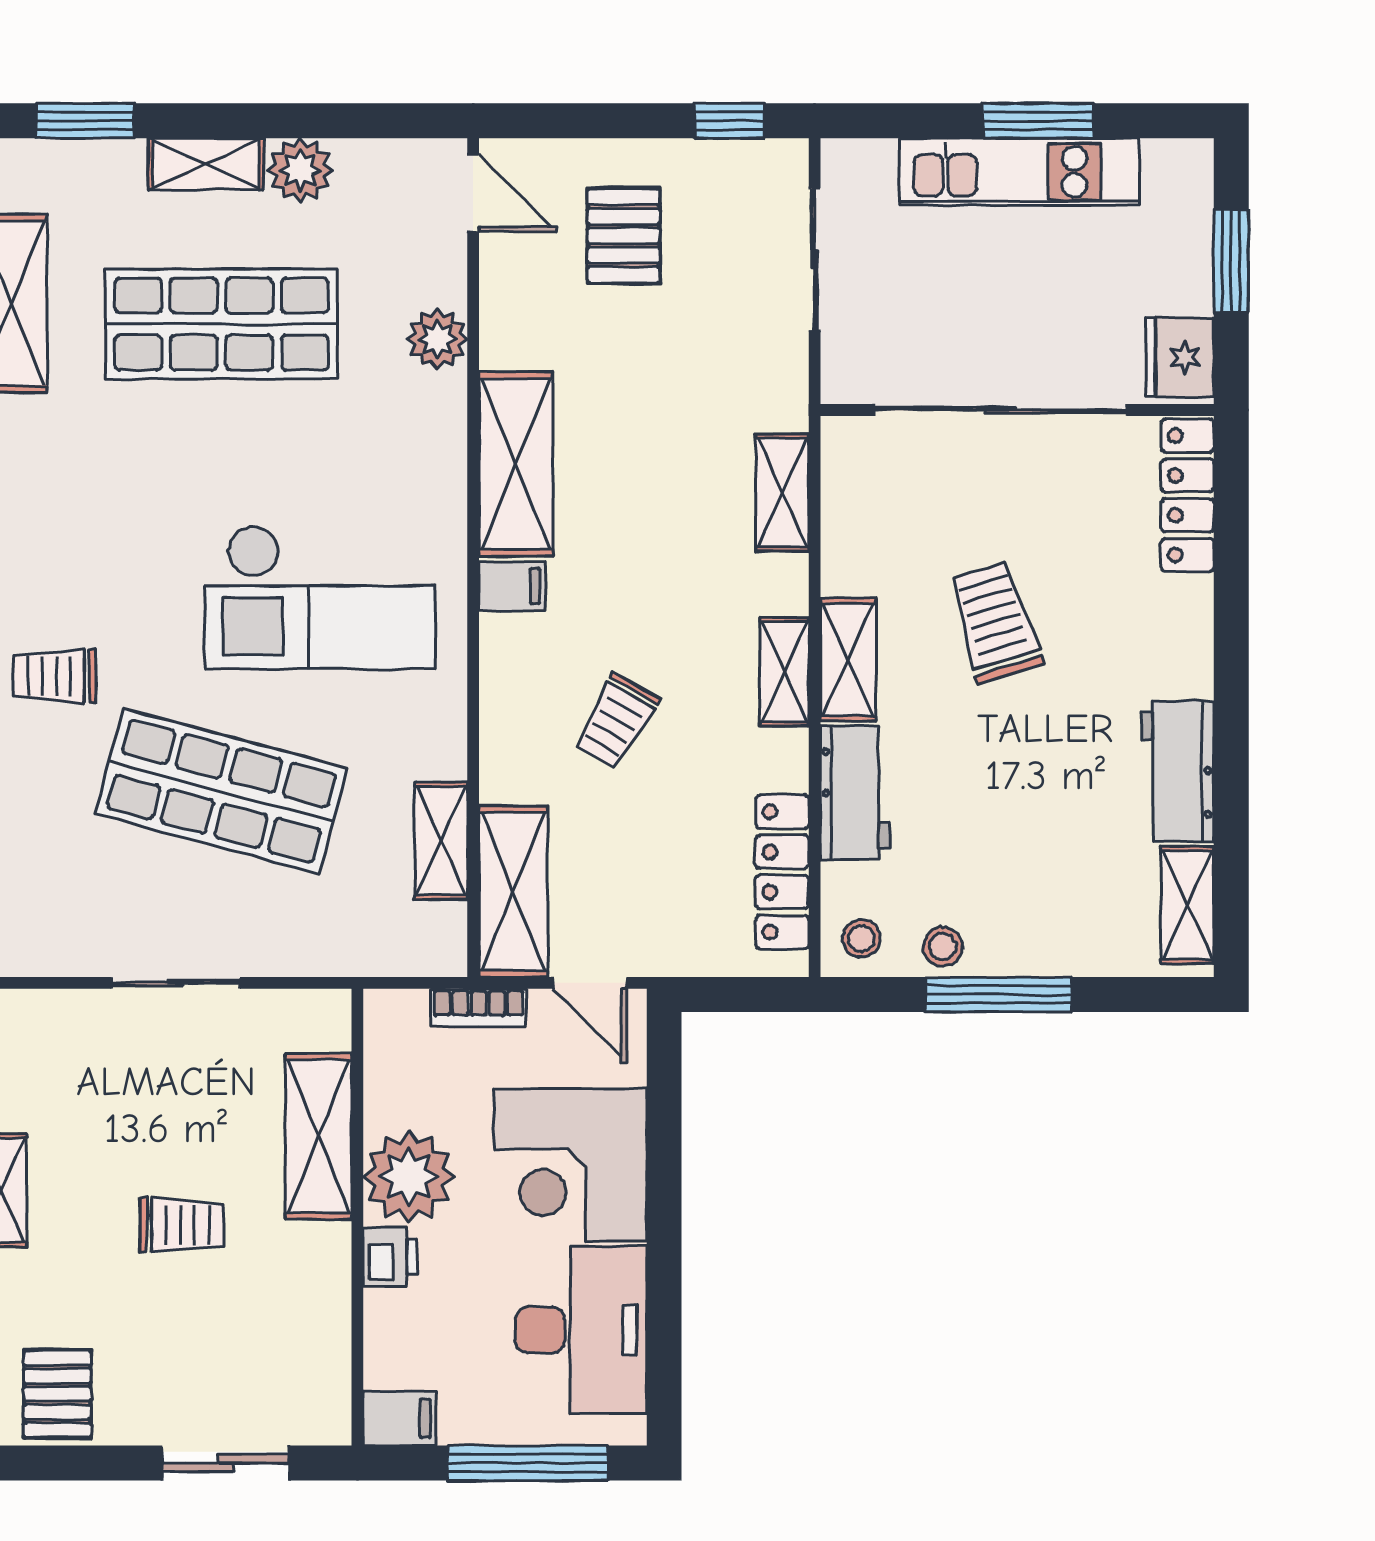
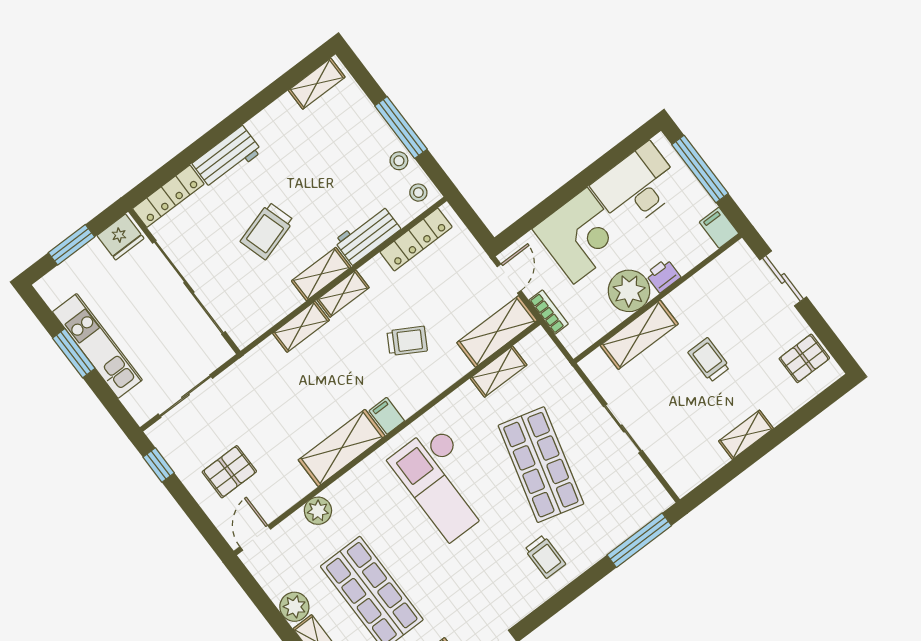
shelving: (782, 493) -> (301, 327), moved
checkout: (320, 597) -> (444, 482), turned 180
workbench: (1177, 771) -> (227, 157), moved

